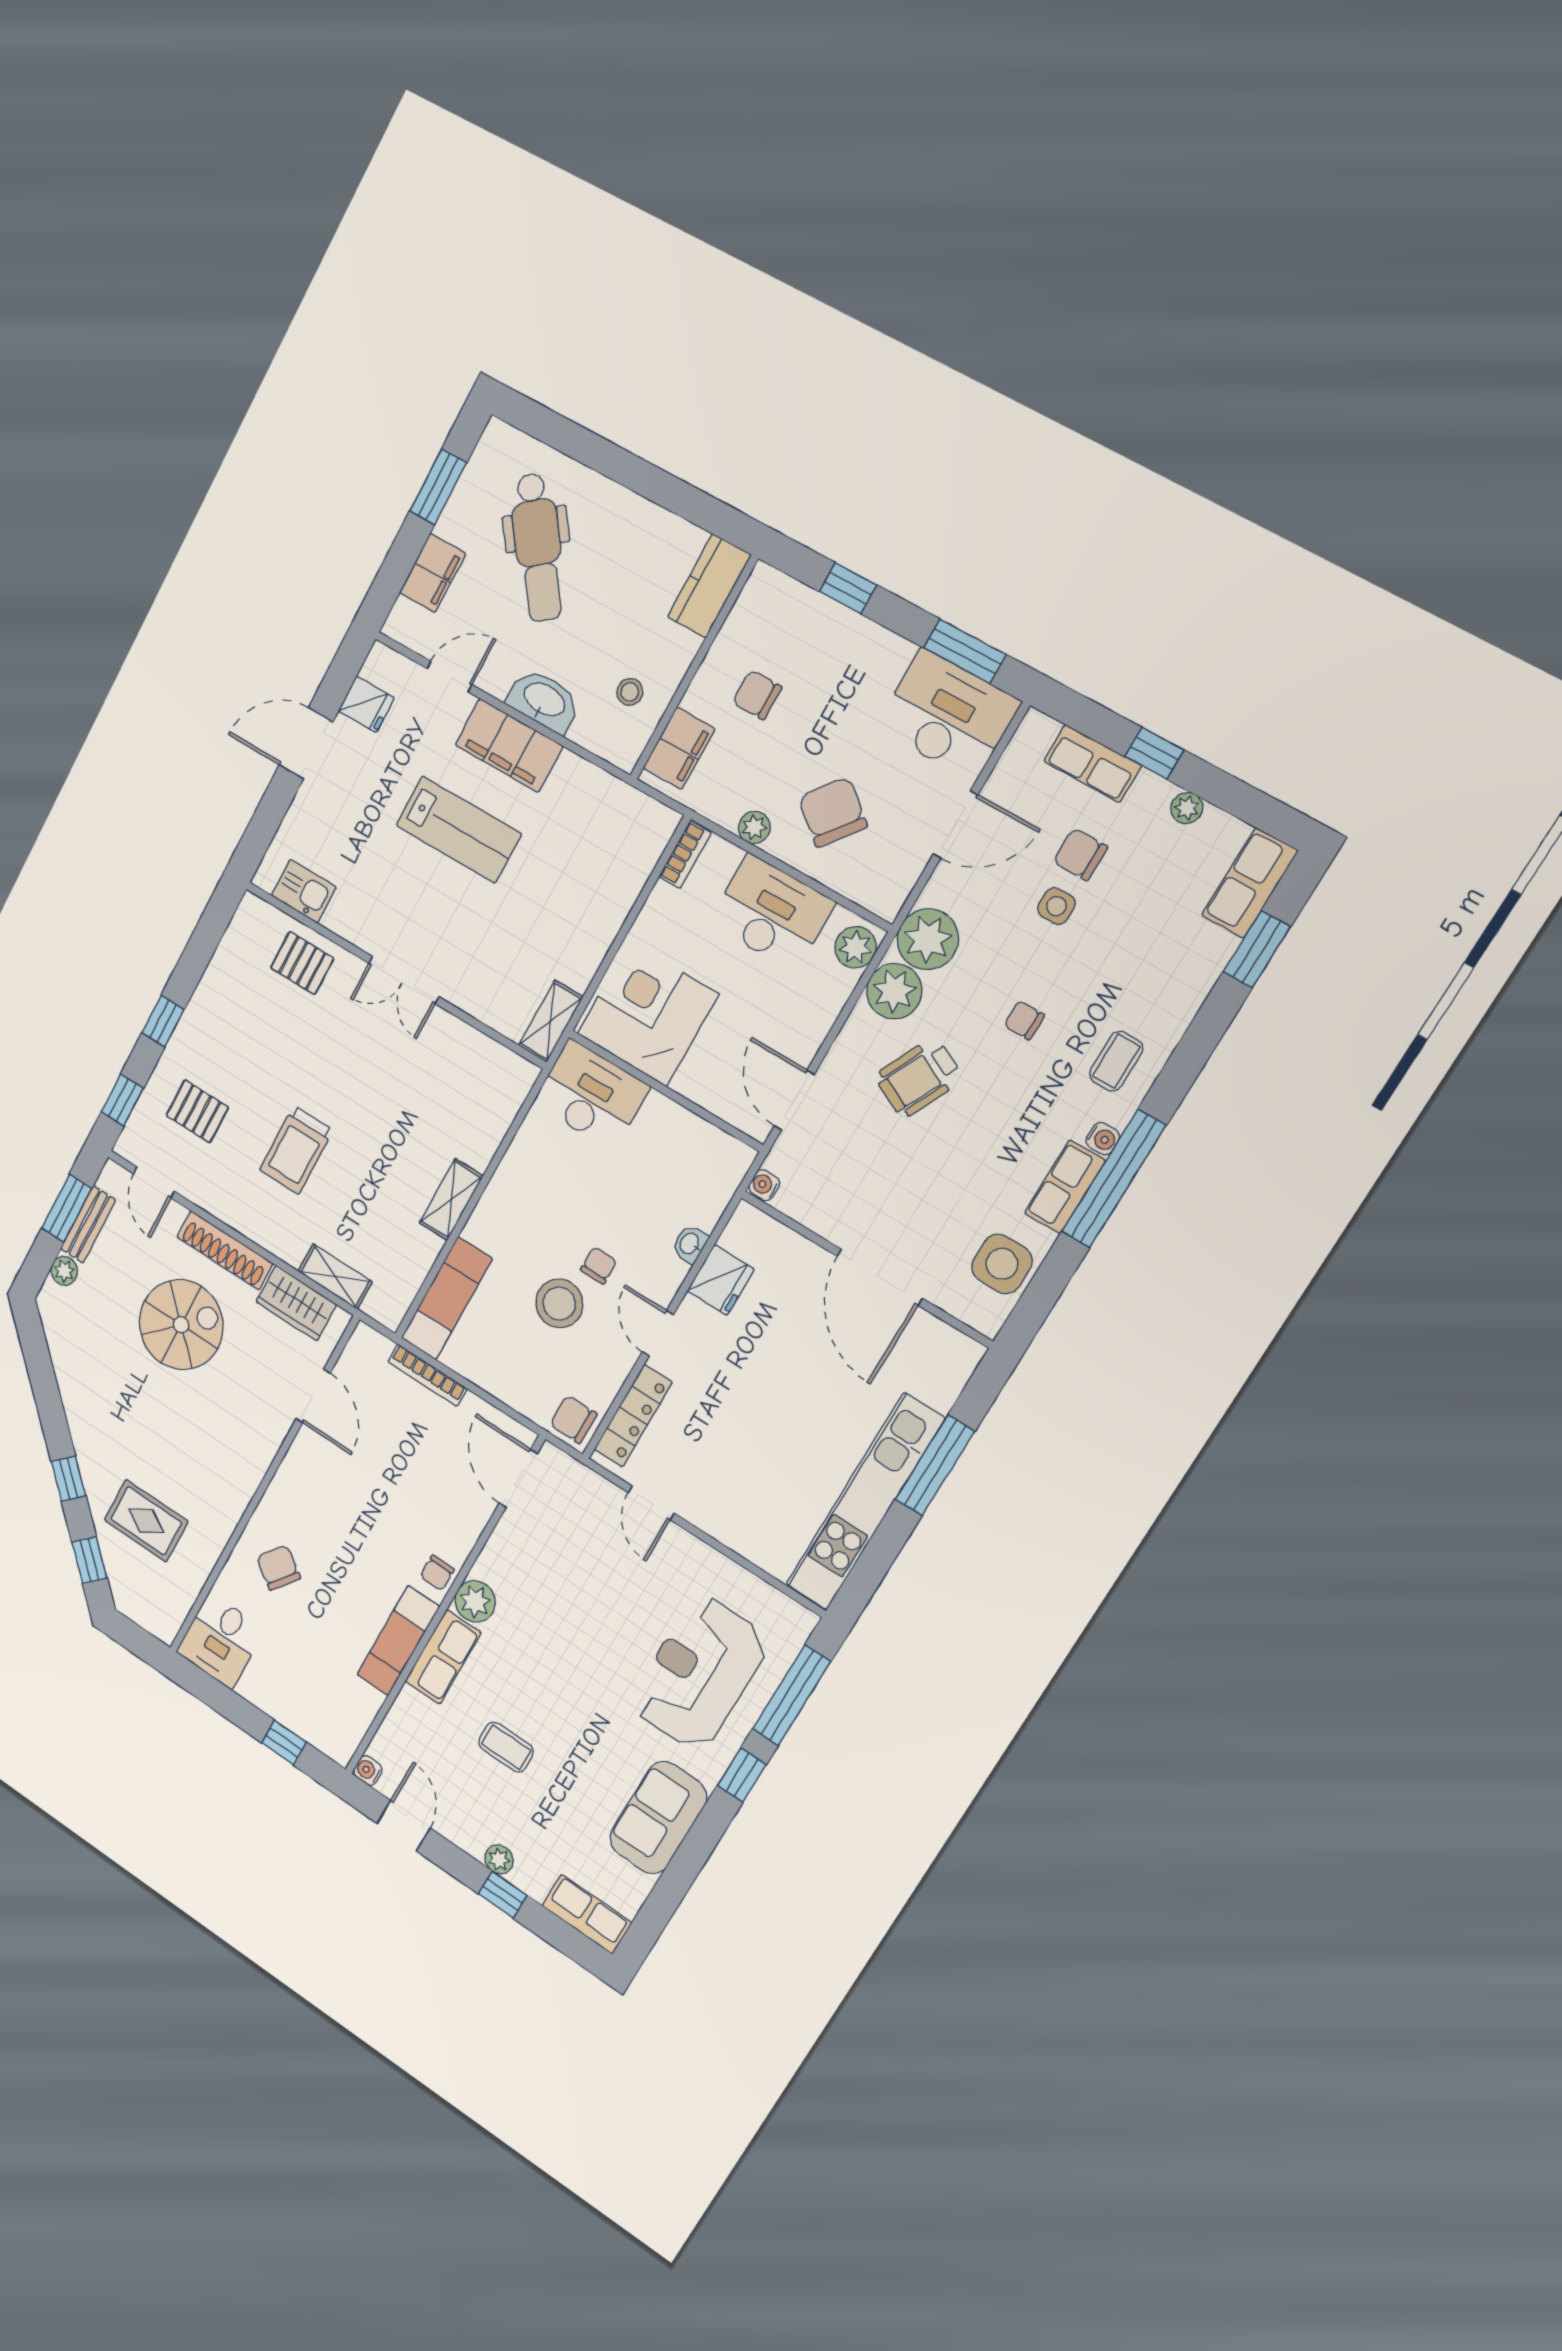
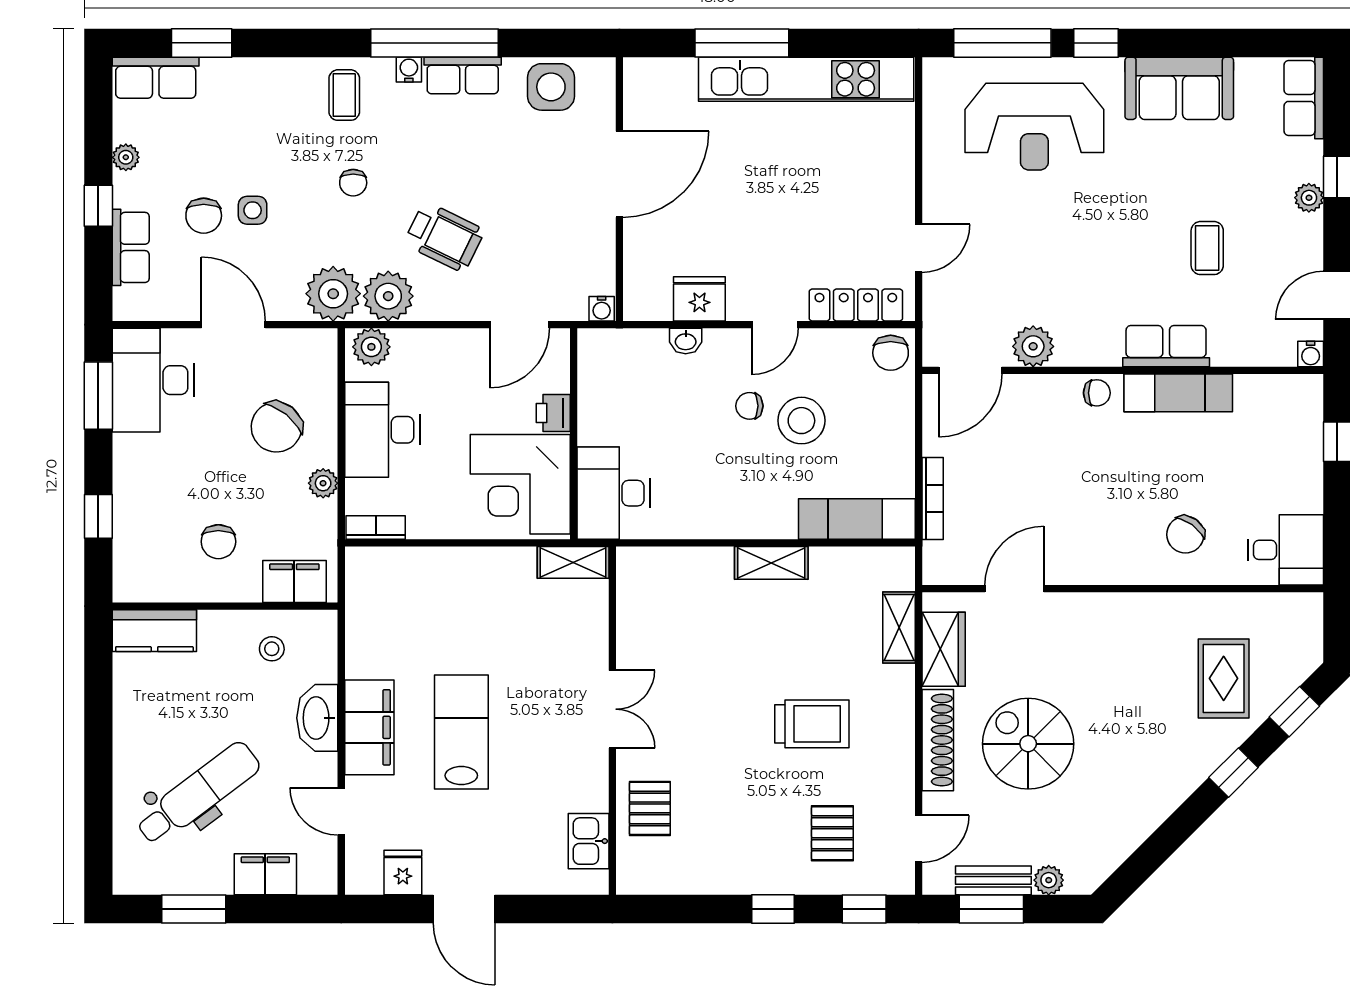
coffee table: (1116, 1061) -> (344, 95), turned 90
printer: (695, 1083) -> (553, 413), added
plant: (475, 1601) -> (1033, 346), moved

